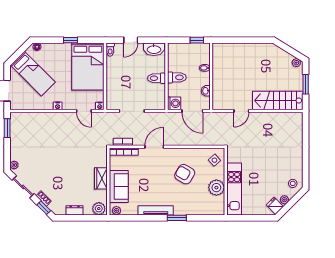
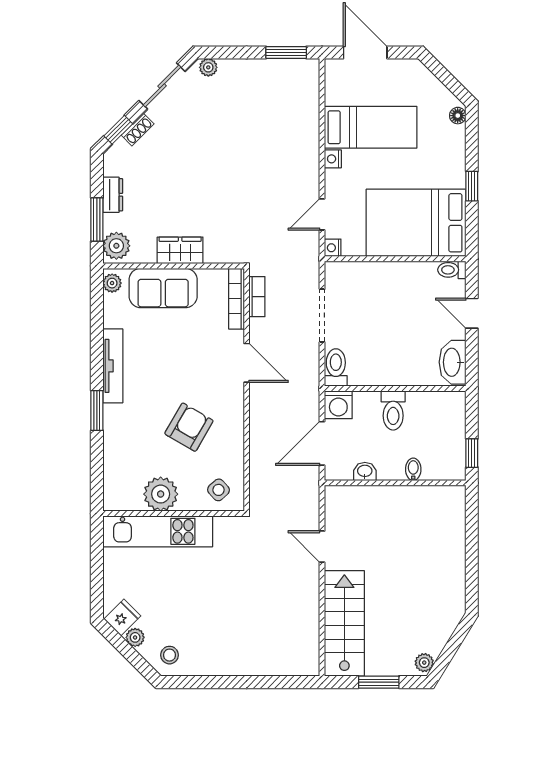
bed: (33, 74) -> (371, 127), moved, turned -135
toilet: (156, 78) -> (336, 367), moved
window: (86, 218) -> (97, 220), added

